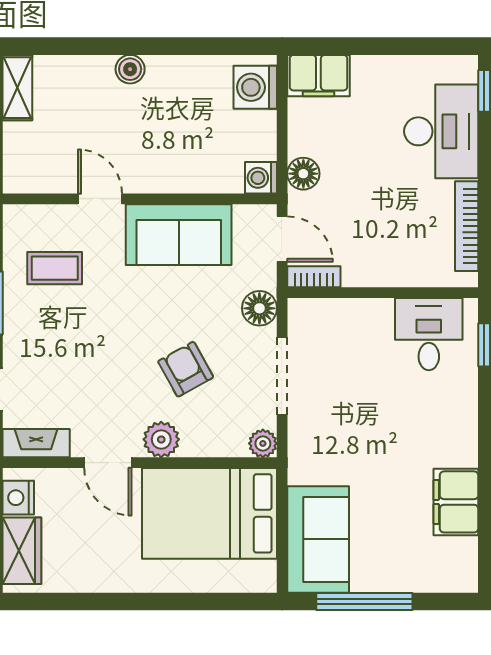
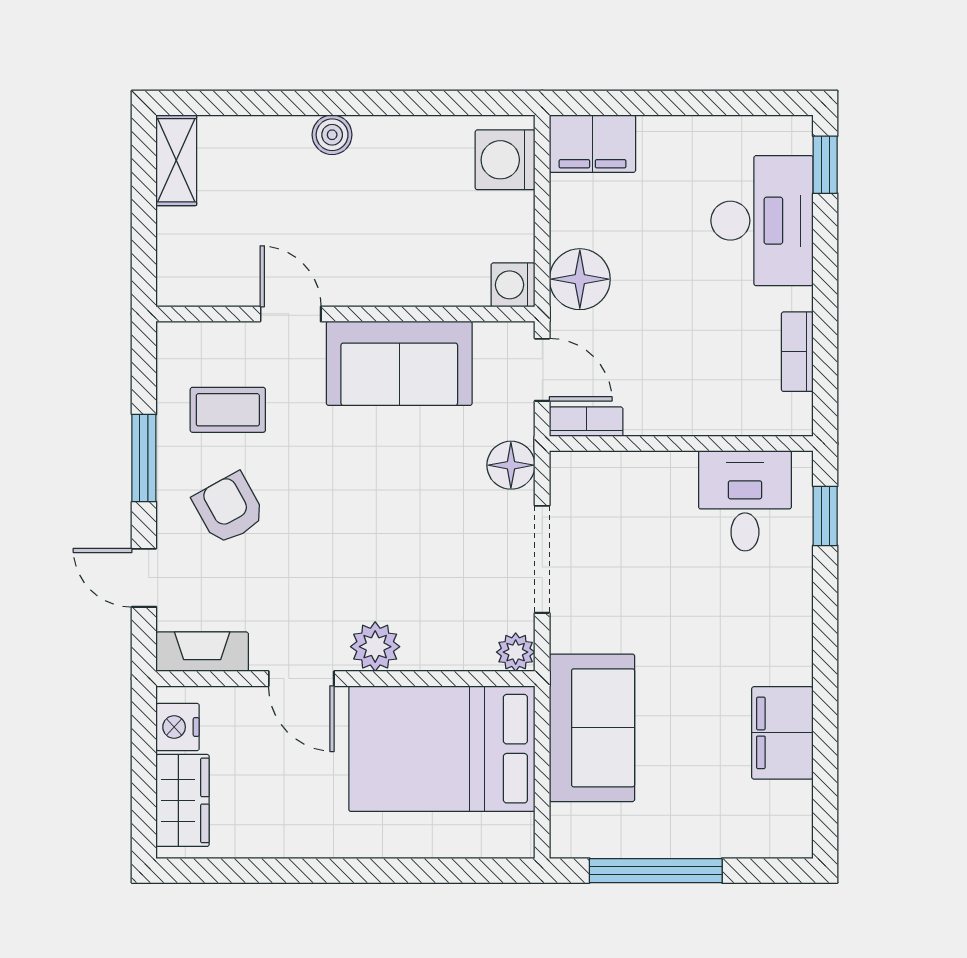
floor lamp: (303, 174) -> (580, 279), width x1.38, depth x1.38
bookcase: (467, 226) -> (797, 352), width x0.64
armchair: (186, 369) -> (229, 508), moved
sofa: (318, 539) -> (592, 728), moved

